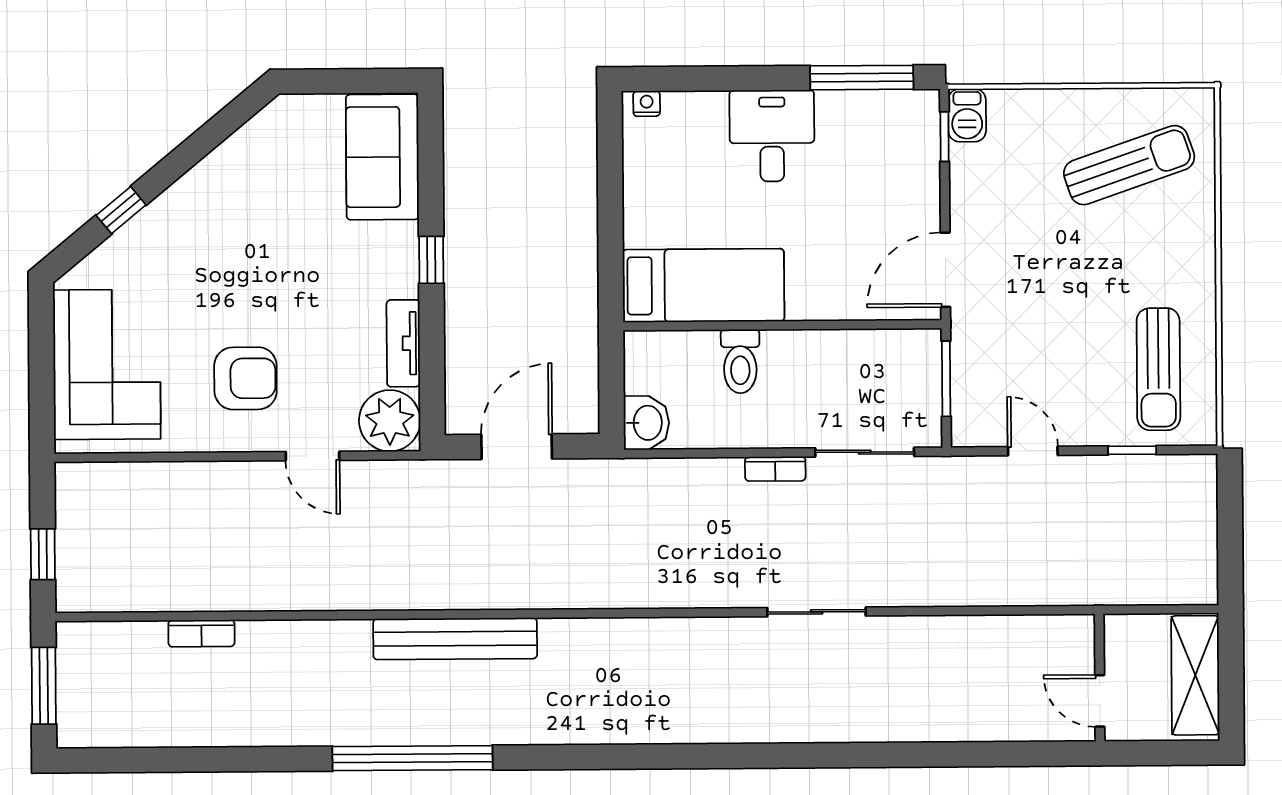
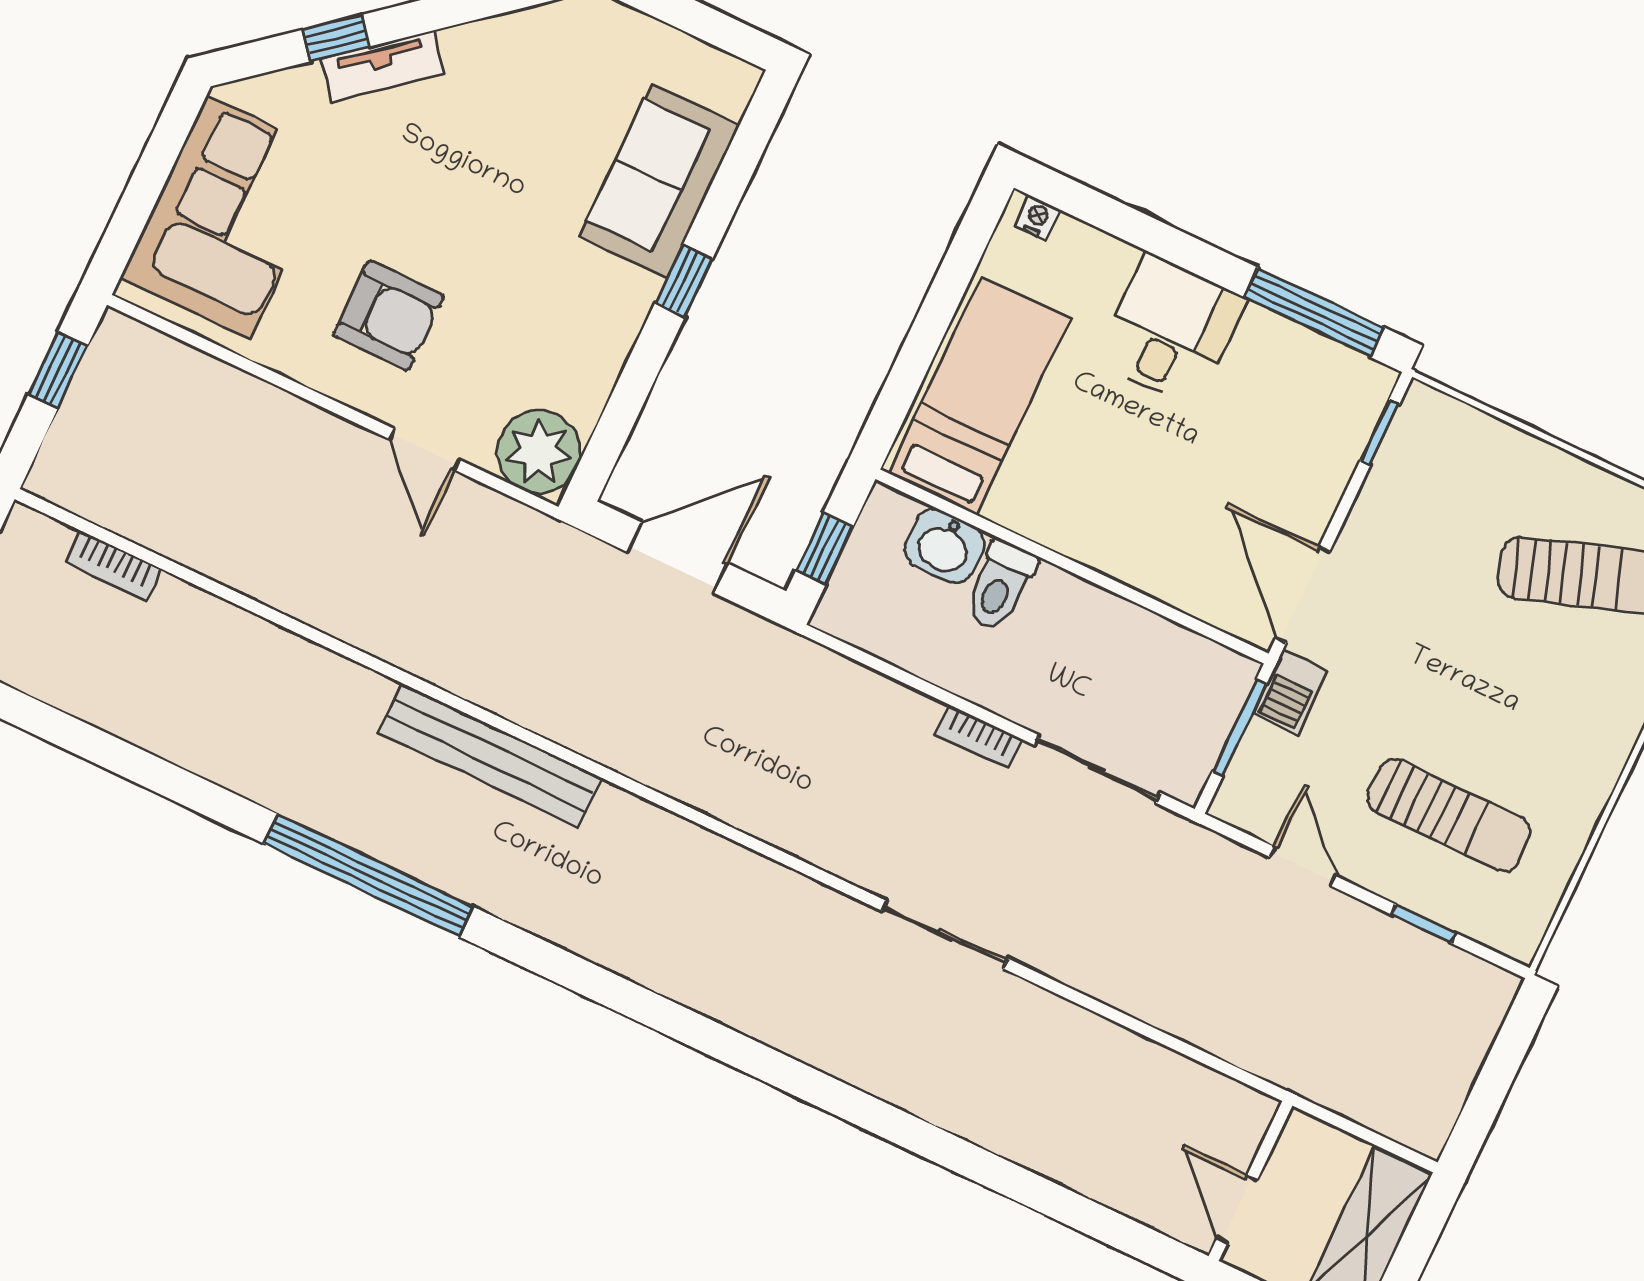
barbecue: (967, 115) -> (1290, 692), moved
sofa: (382, 157) -> (659, 181), moved
door: (945, 270) -> (1303, 595), hinge flipped
bed: (703, 285) -> (979, 396), moved, turned -90
tv unit: (403, 343) -> (382, 66), moved, turned -130
sun lounger: (1158, 369) -> (1449, 815), moved, turned -90
window: (612, 393) -> (825, 549), added
washbasin: (646, 423) -> (945, 546), moved, turned 90
window: (43, 554) -> (58, 370), moved
bookcase: (201, 633) -> (113, 566), moved

